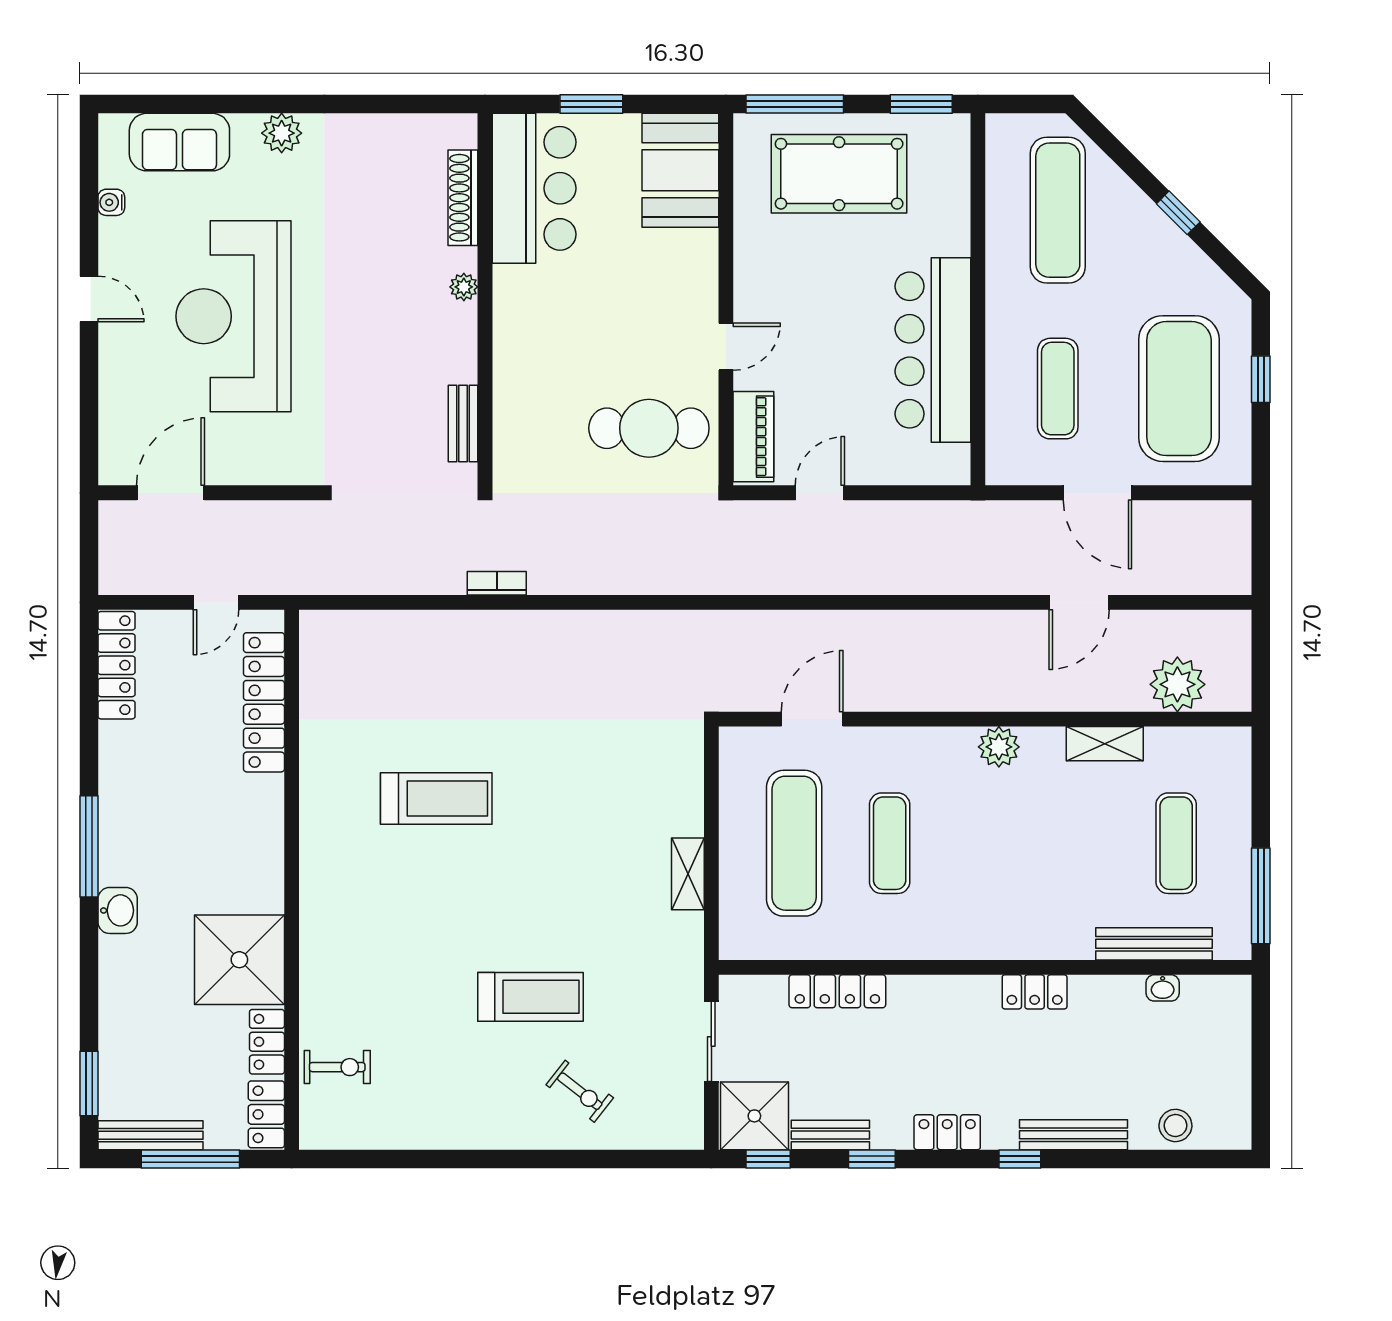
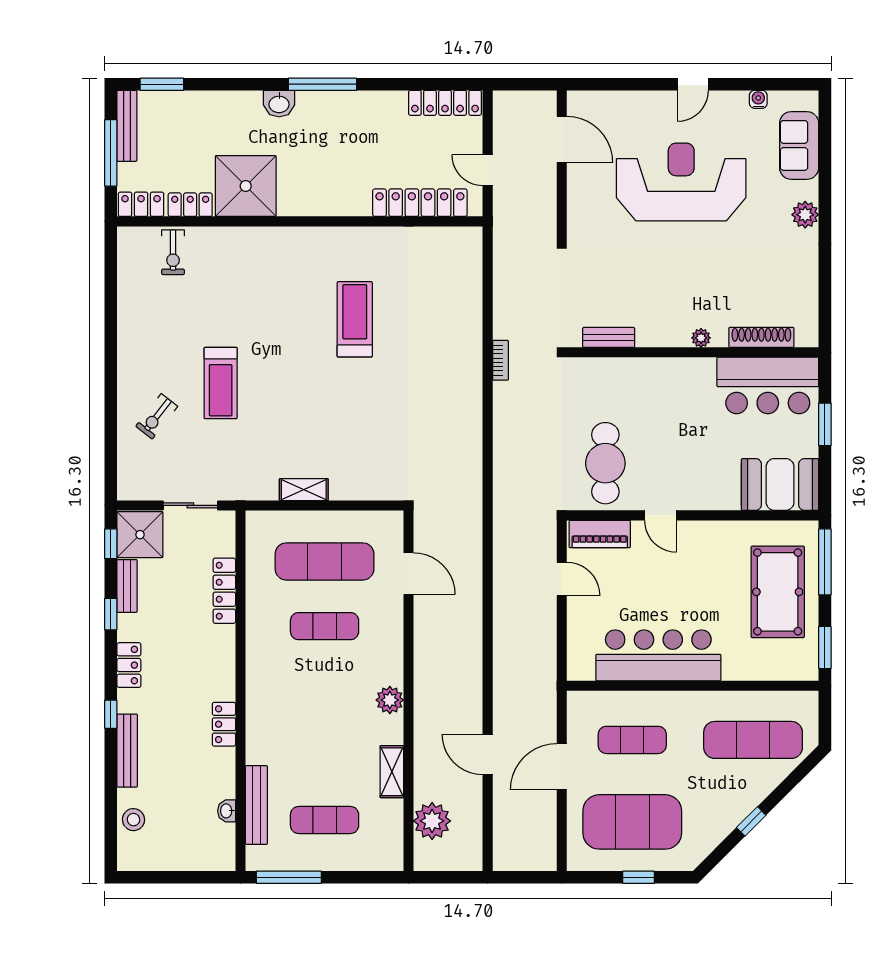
treadmill: (436, 799) -> (355, 319), turned 180

